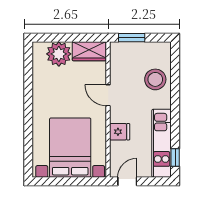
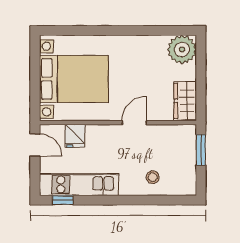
plant: (59, 54) -> (182, 49), moved
stool: (155, 79) -> (153, 177), width x0.53, depth x0.53
fridge: (120, 132) -> (75, 136), moved

